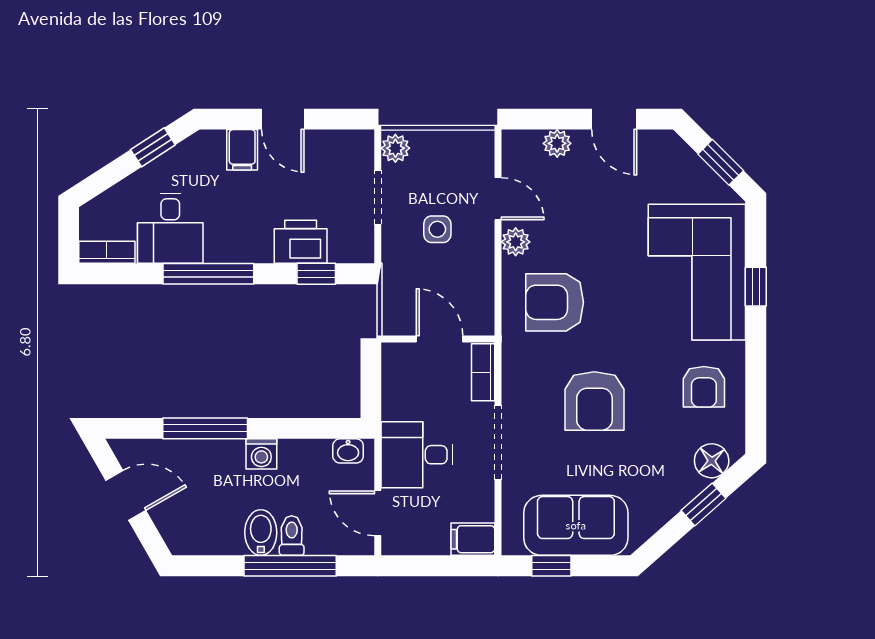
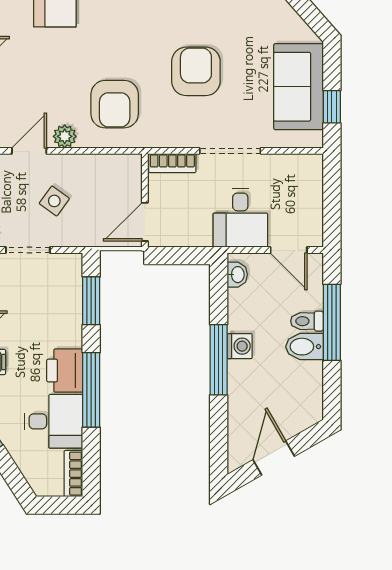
side table: (437, 229) -> (54, 201), turned 36
printer: (301, 242) -> (65, 371), moved
window: (316, 274) -> (91, 301), width x1.50
door: (440, 339) -> (145, 222), moved
armchair: (594, 401) -> (196, 71), turned -90
window: (205, 428) -> (219, 360), moved
door: (378, 513) -> (289, 250), hinge flipped
filing cabinet: (473, 539) -> (310, 172), removed

